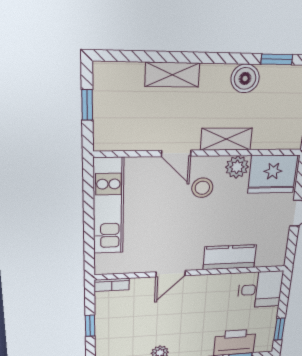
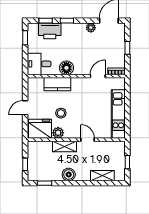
shelving: (172, 75) -> (102, 176), moved
boiler: (245, 78) -> (69, 175), moved
stool: (202, 188) -> (61, 113), moved
door: (171, 274) -> (98, 76), moved
floor lamp: (210, 286) -> (66, 68), added

